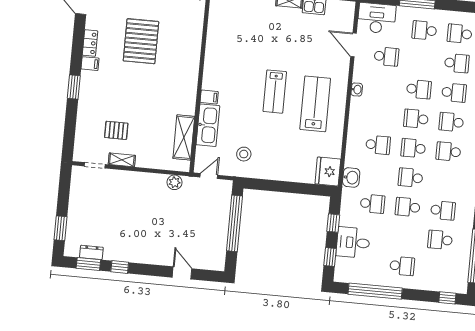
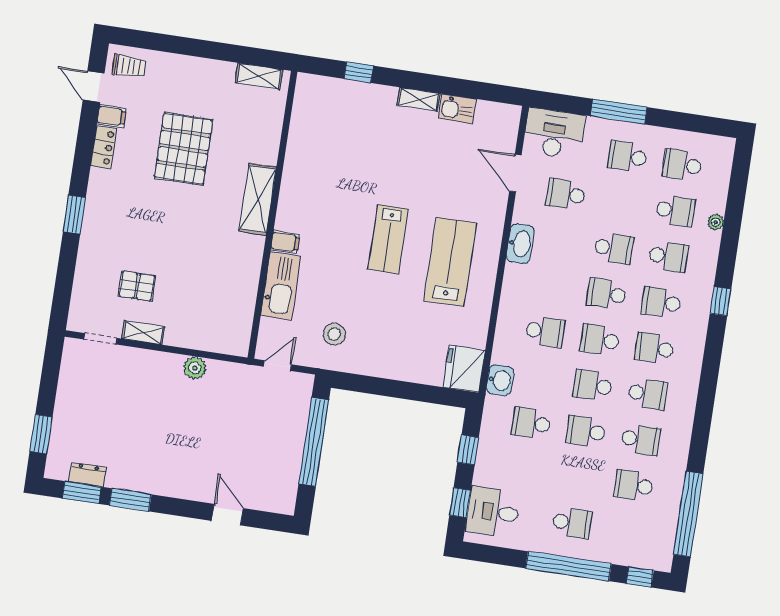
school desk: (386, 56) -> (566, 194), turned 180
filing cabinet: (90, 64) -> (111, 116), moved
washbasin: (357, 90) -> (520, 244), width x1.91, depth x1.45
shelving: (184, 137) -> (258, 199), moved
school desk: (446, 181) -> (648, 394), added
plant: (174, 182) -> (195, 368), moved
school desk: (372, 204) -> (531, 423), turned 180
desk: (353, 243) -> (493, 512), moved
window: (120, 267) -> (130, 500), width x1.50
window: (375, 291) -> (569, 566), moved

